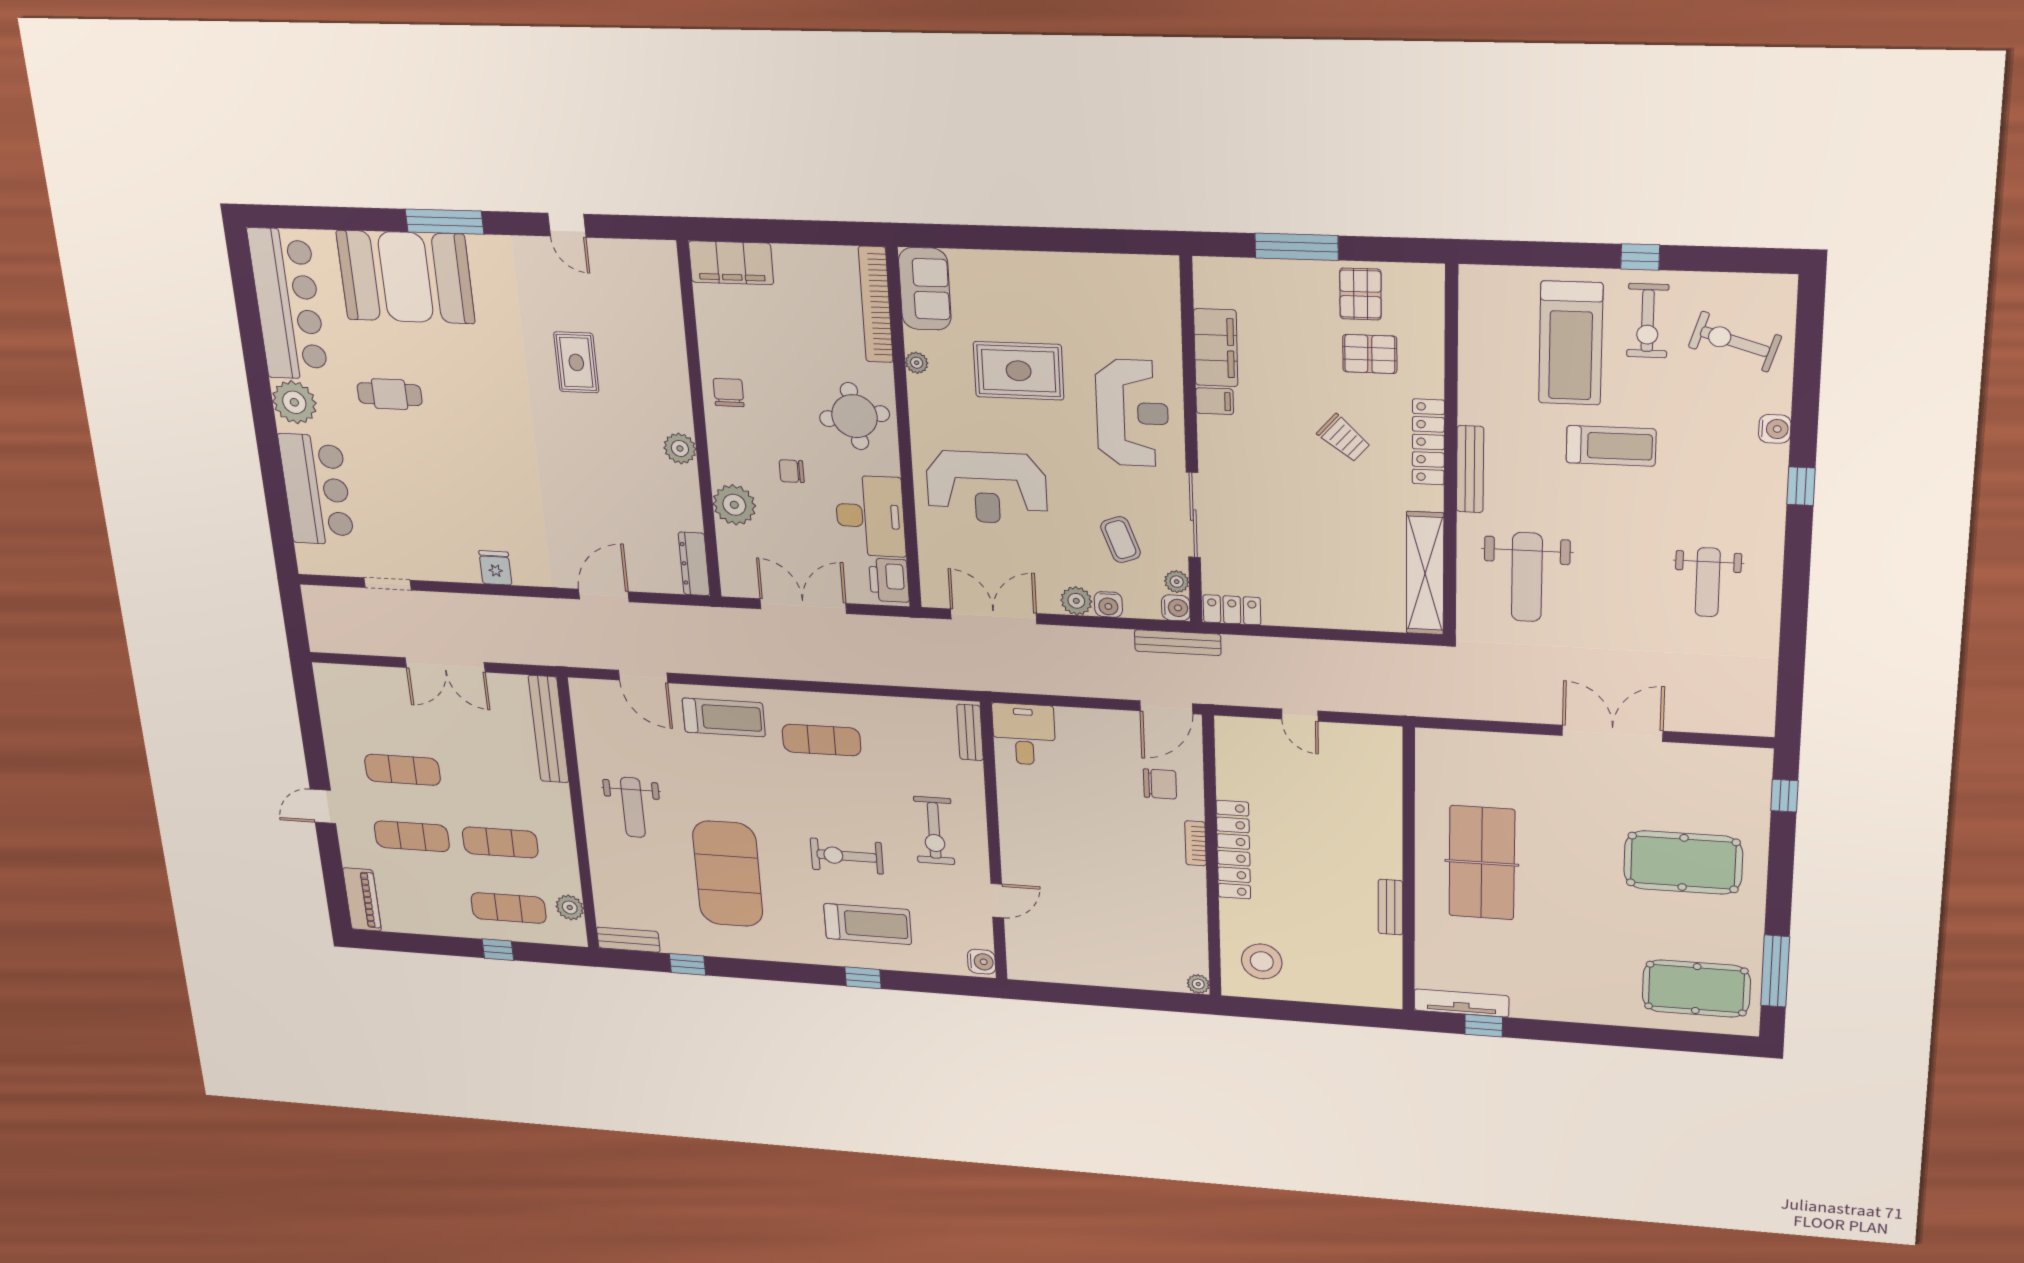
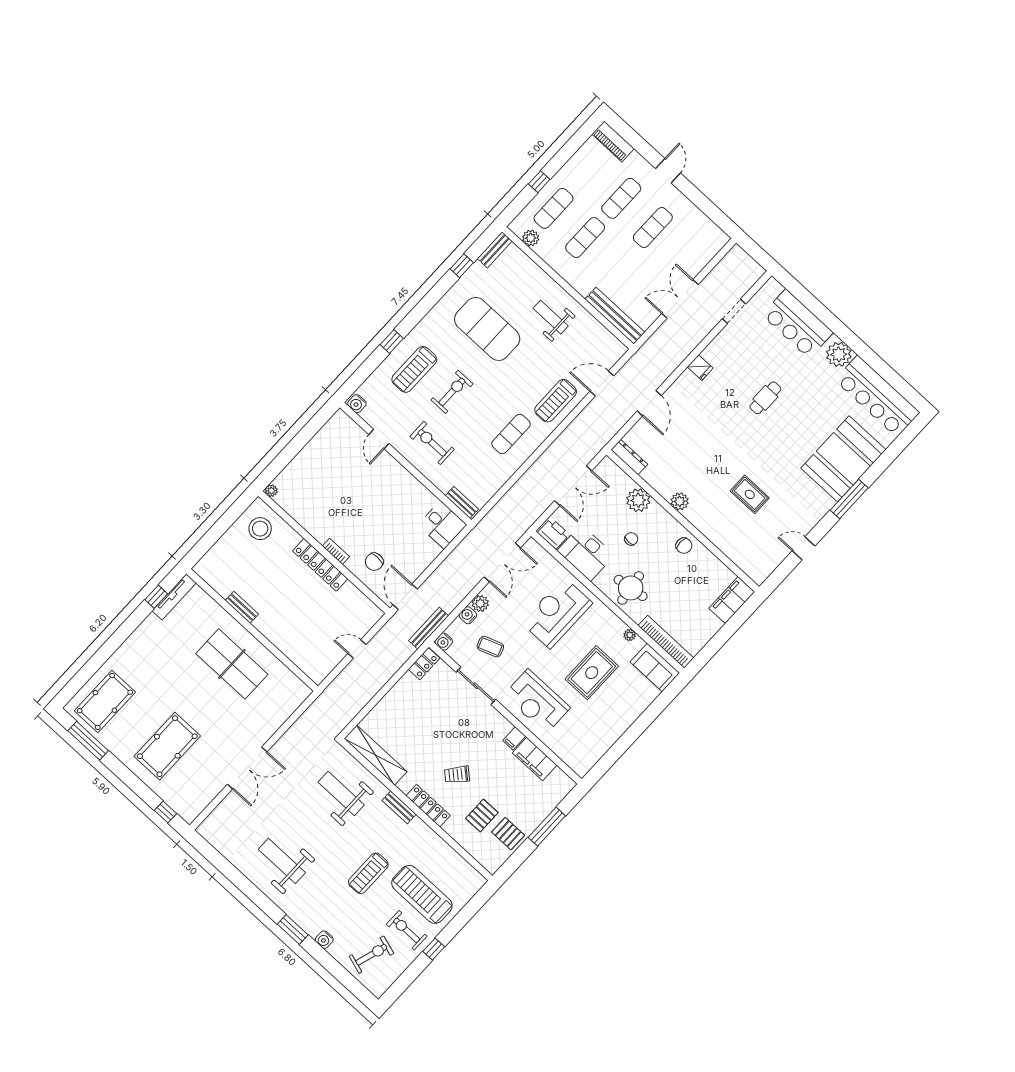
cafe table: (390, 394) -> (765, 398), moved
bench: (1470, 469) -> (399, 807), width x0.73
window: (1801, 486) -> (293, 930), width x1.50
plant: (1177, 582) -> (454, 653), removed
weight bench: (1708, 582) -> (282, 861), width x1.36, depth x1.33

